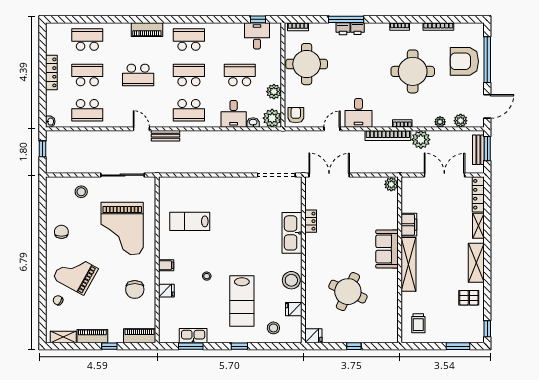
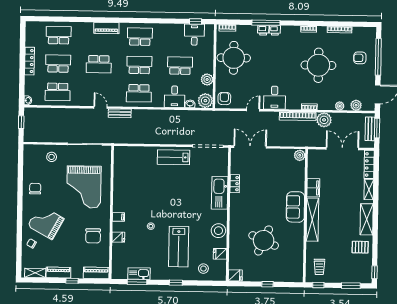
armchair: (464, 61) -> (360, 58), width x0.53, depth x0.53
lab bench: (190, 221) -> (173, 157), moved
window: (417, 346) -> (318, 285), added

